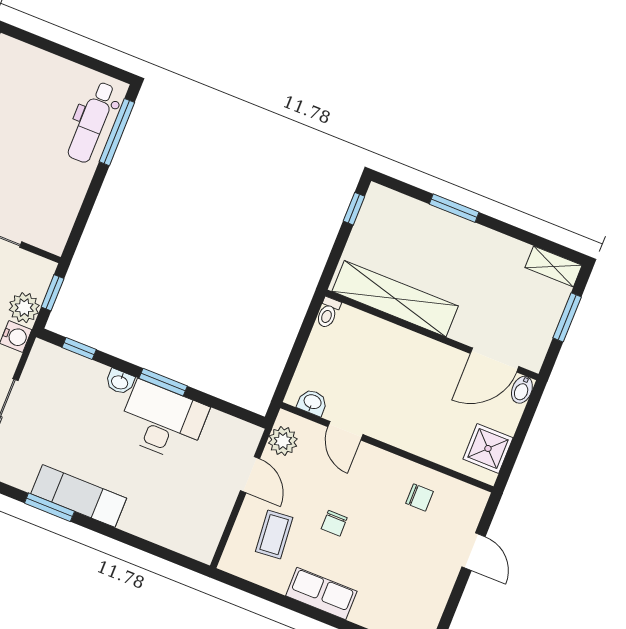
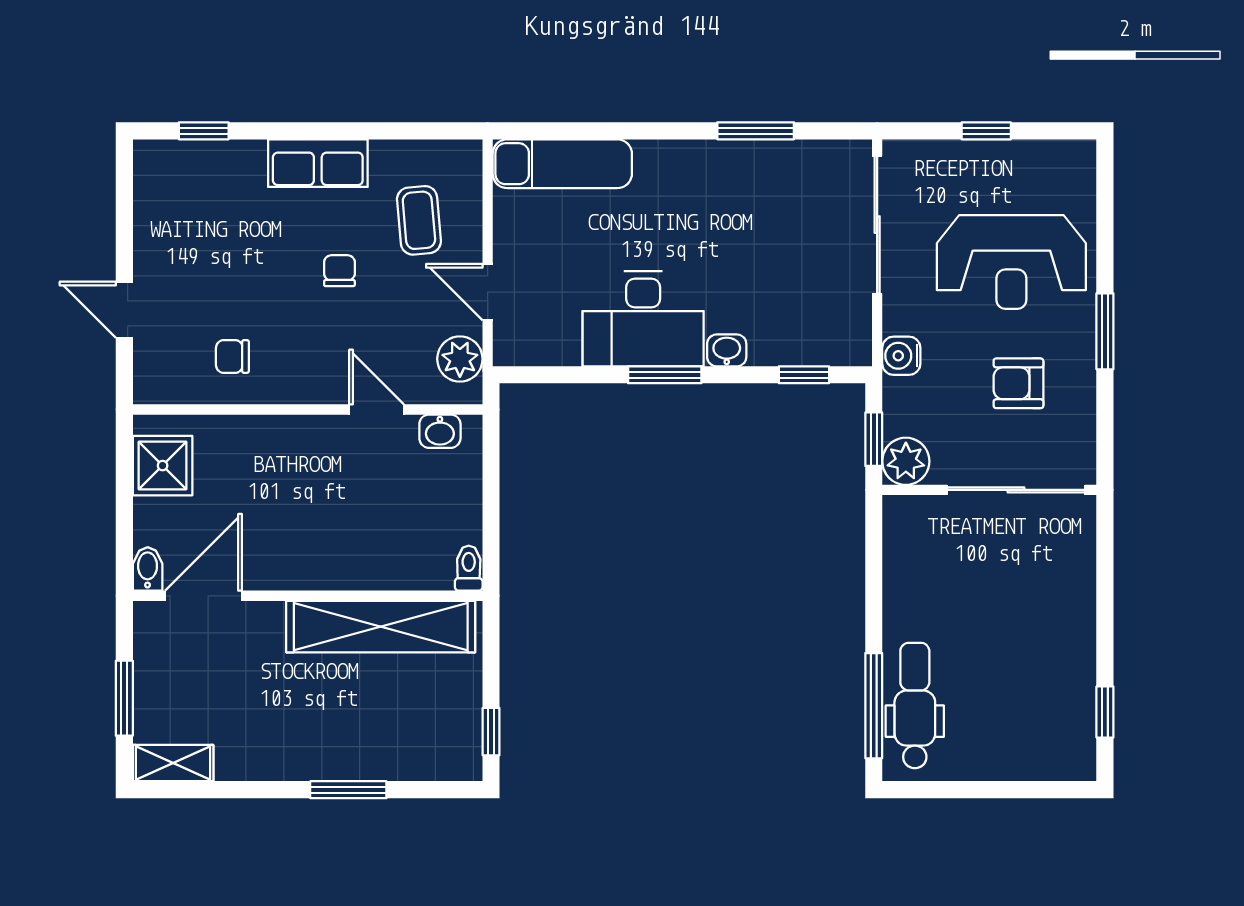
plant: (24, 308) -> (906, 461), moved
exam couch: (79, 496) -> (562, 164), moved

